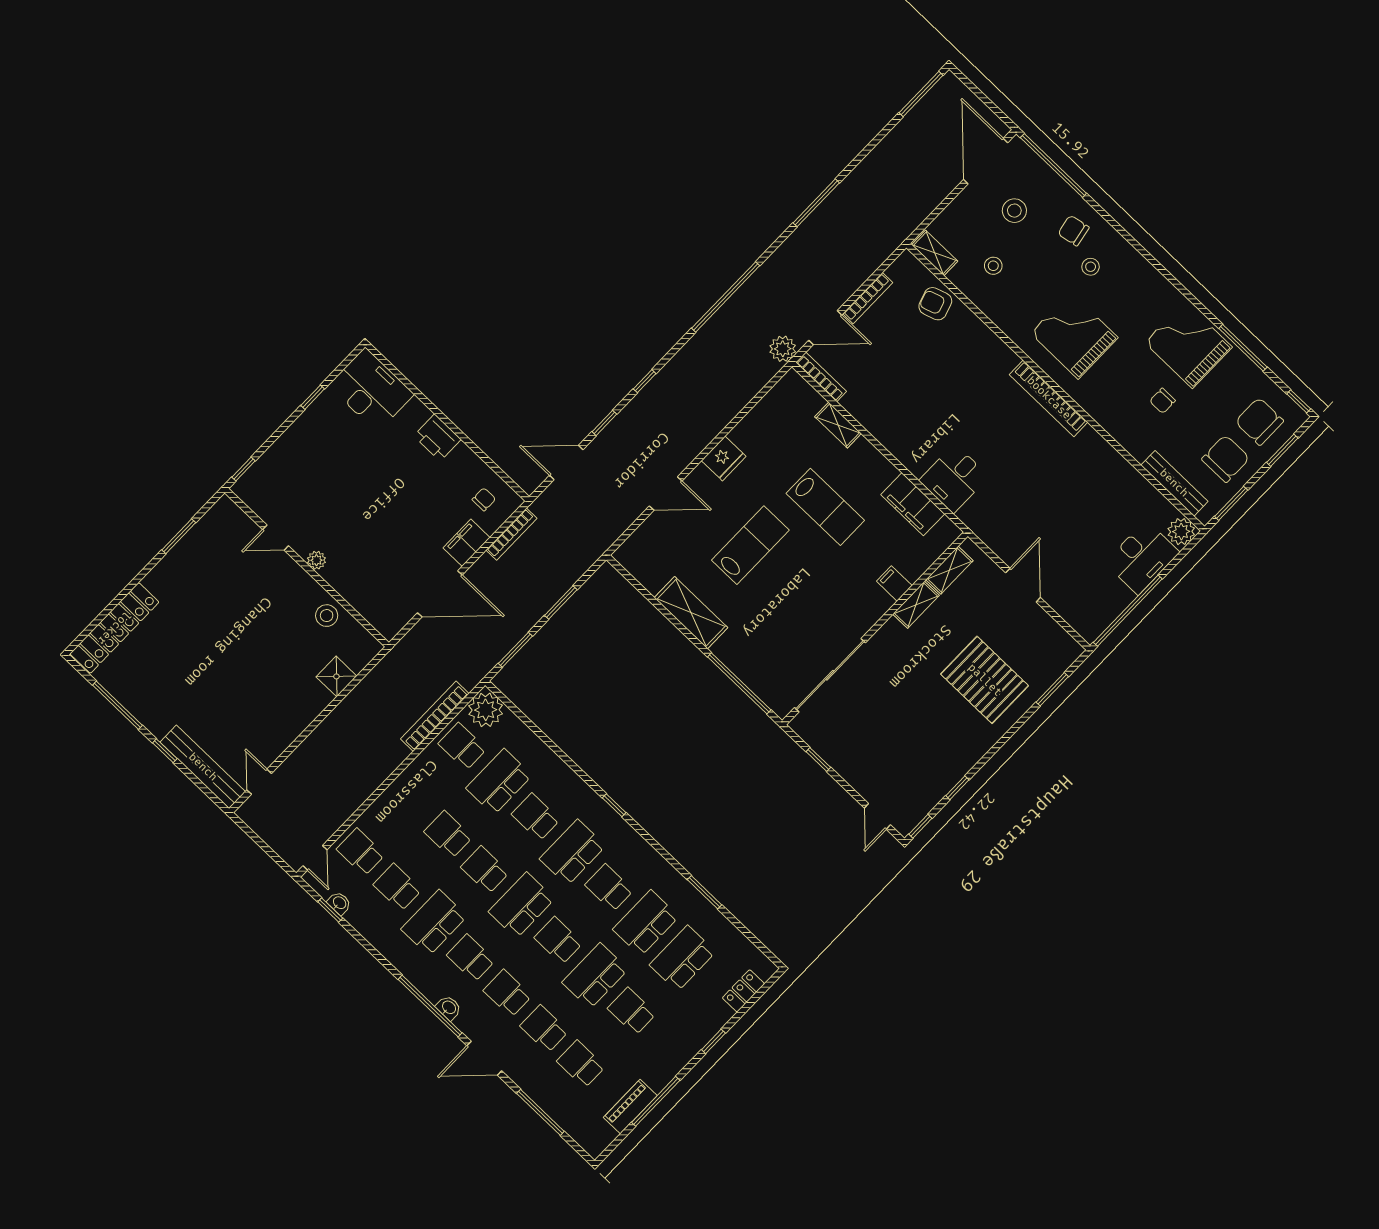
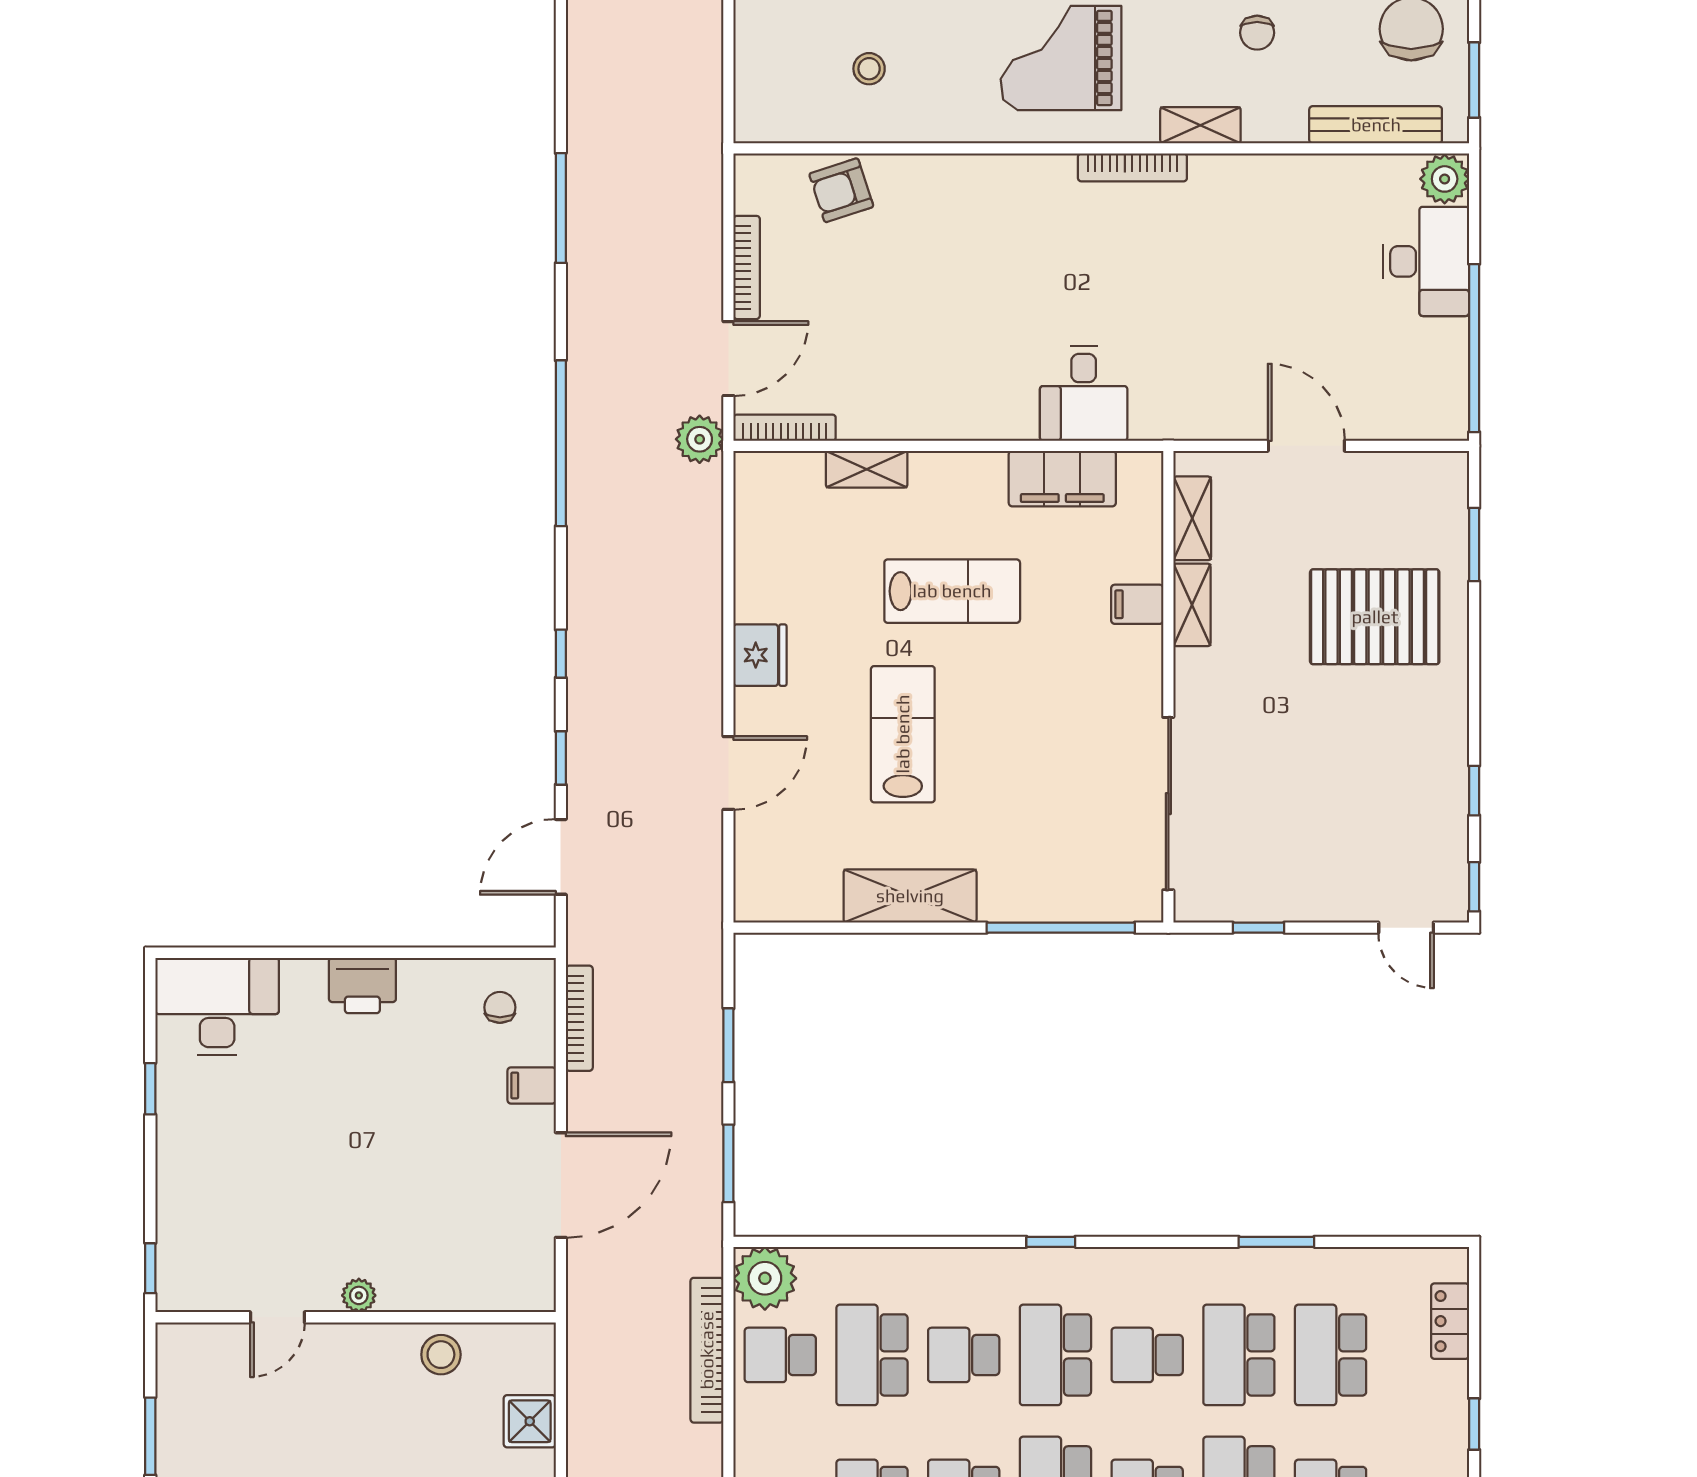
shelving: (935, 253) -> (1200, 125), moved
bookcase: (1049, 398) -> (1132, 167), width x0.68, depth x0.76
filing cabinet: (467, 543) -> (532, 1085), width x0.50

